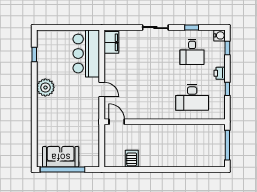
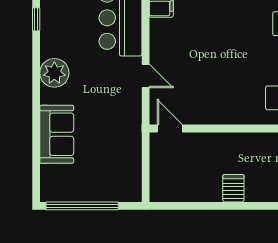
sofa: (61, 157) -> (57, 134), moved, turned 90
server rack: (132, 159) -> (233, 188), moved

